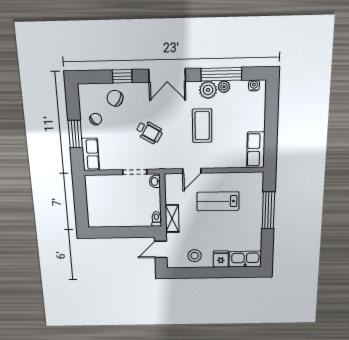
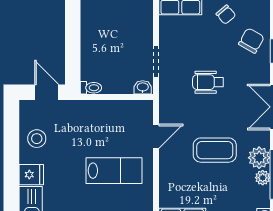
wheelchair: (149, 132) -> (208, 82), turned 60
door: (192, 171) -> (156, 136), swing flipped
lab bench: (218, 201) -> (114, 171), turned 90
shelving: (172, 219) -> (91, 109), removed

